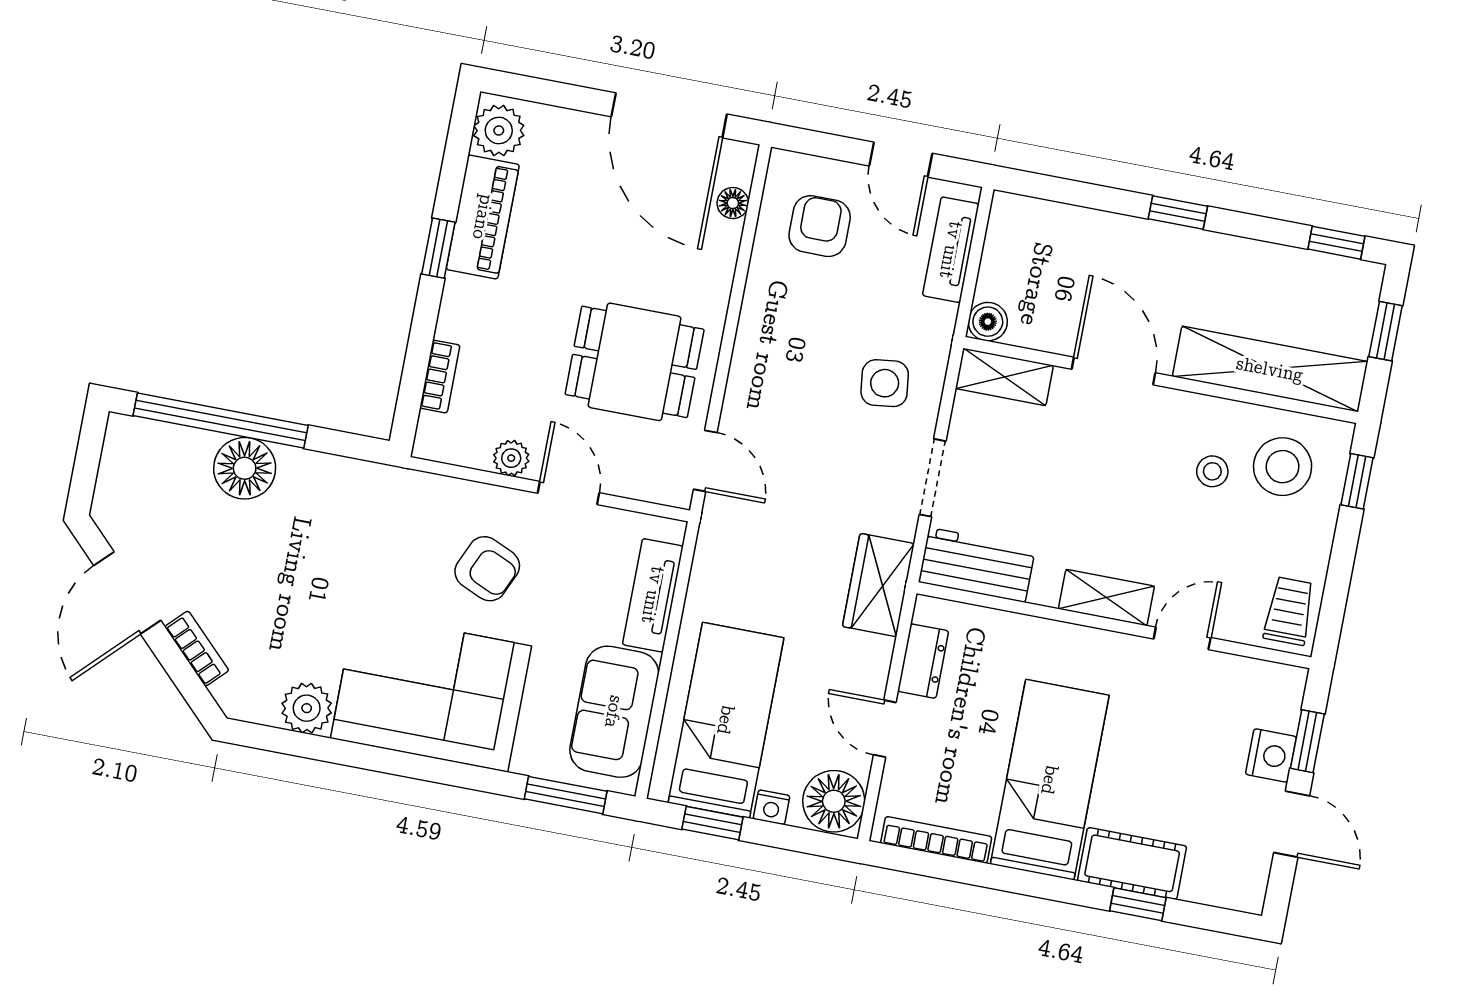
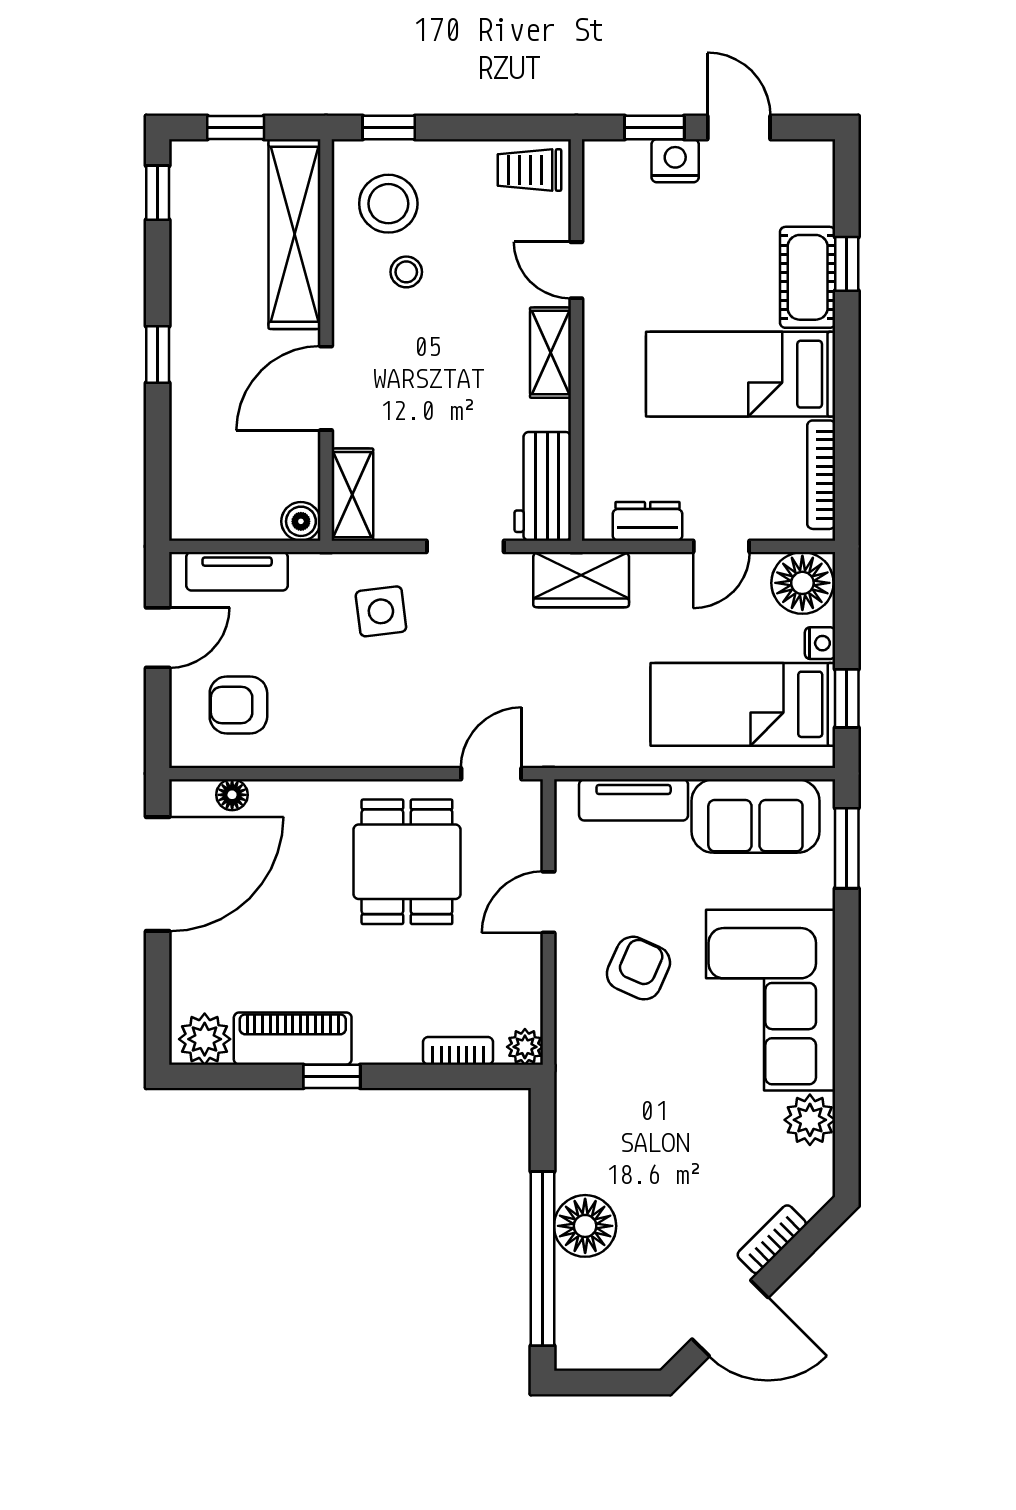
plant: (511, 458) -> (525, 1047), moved
door: (1292, 824) -> (739, 128), hinge flipped

